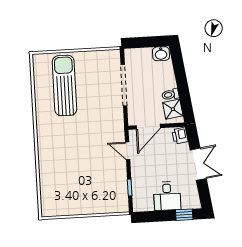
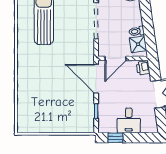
door: (128, 151) -> (96, 79), width x1.87
window: (184, 215) -> (115, 138), moved

